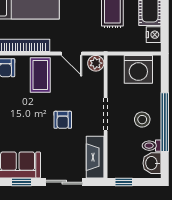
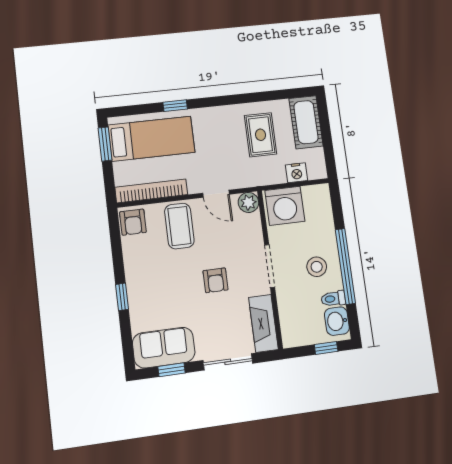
nightstand: (154, 35) -> (297, 173), moved, turned 90
washing machine: (138, 69) -> (285, 206), moved
window: (124, 182) -> (326, 348), moved

